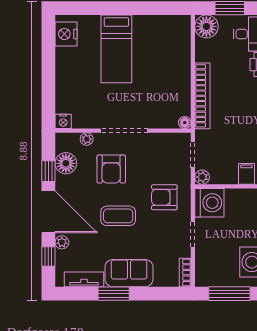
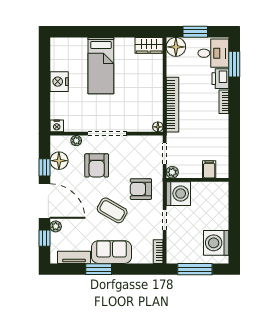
wardrobe: (174, 25) -> (149, 45), added
nightstand: (66, 34) -> (59, 82), moved
coffee table: (118, 216) -> (112, 210), moved, turned 30

